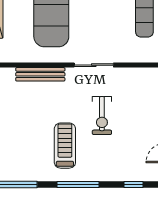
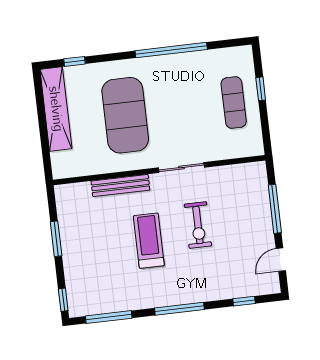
treadmill: (65, 146) -> (149, 241), moved

